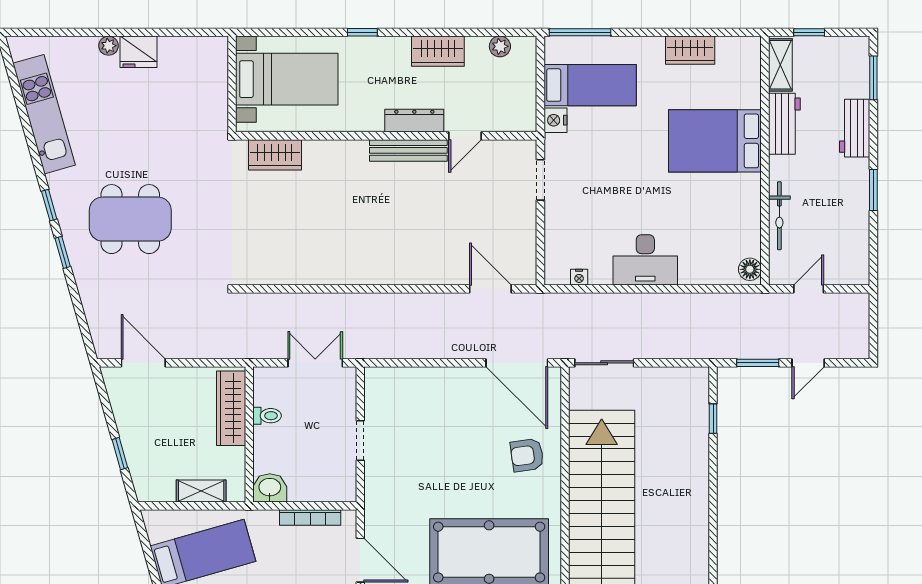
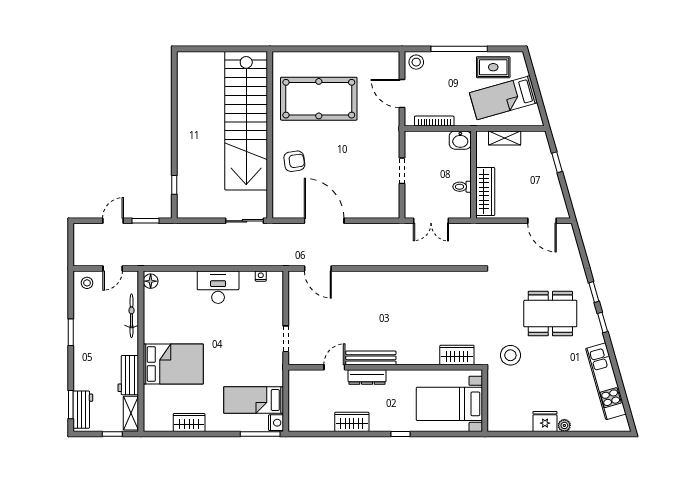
plant: (500, 46) -> (312, 425), removed
nightstand: (555, 120) -> (276, 423), moved
workbench: (855, 128) -> (83, 410), moved
stool: (192, 154) -> (510, 355), added
stool: (848, 267) -> (87, 283), added
door: (517, 363) -> (324, 221), moved

